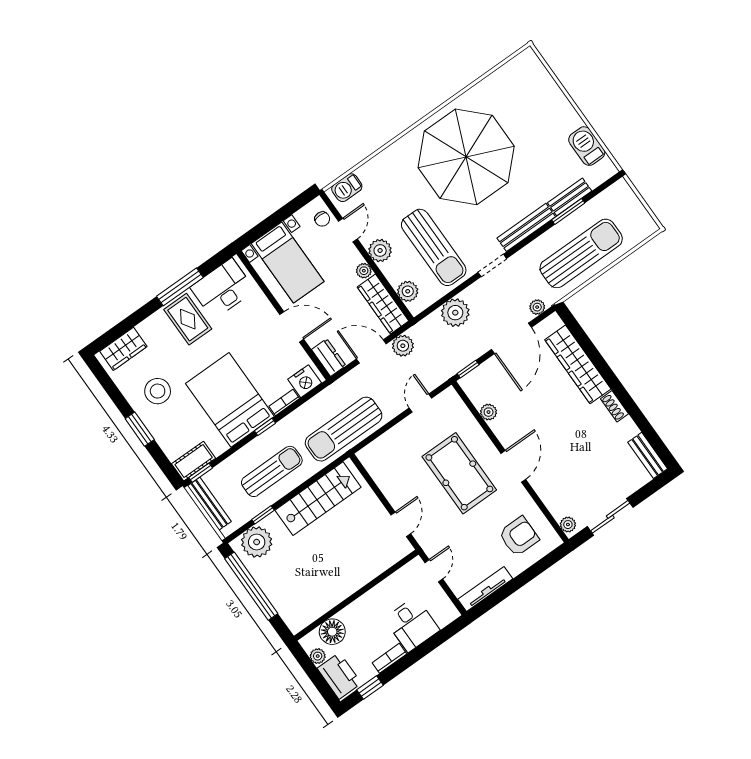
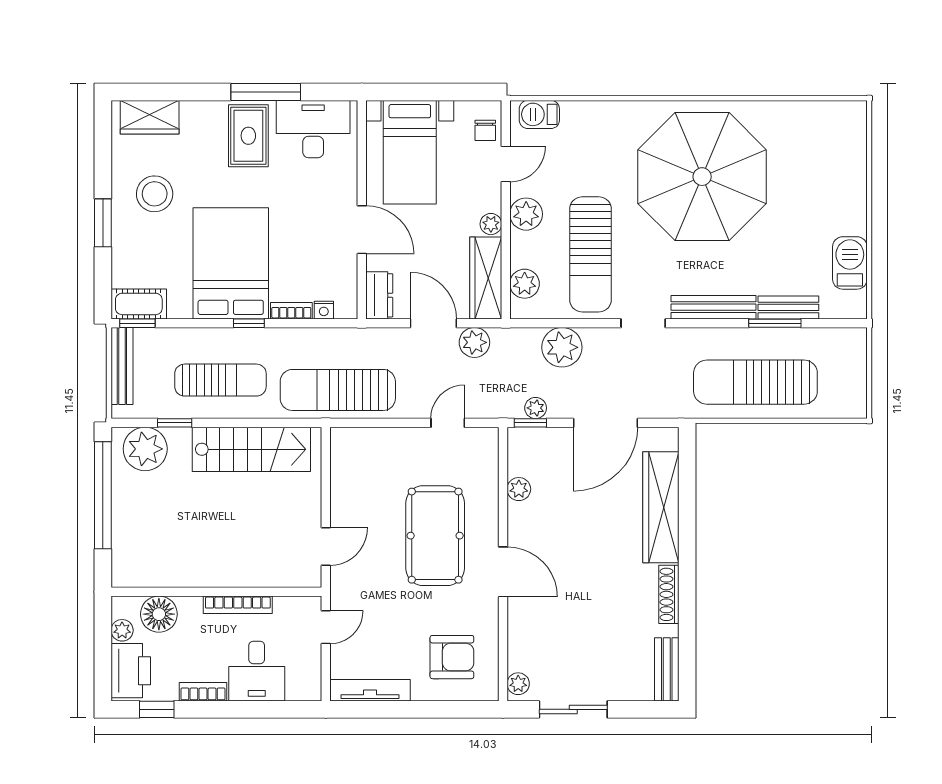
sun lounger: (581, 253) -> (755, 382), turned 180
plant: (537, 307) -> (536, 408), moved
nightstand: (305, 381) -> (324, 310), width x0.53, depth x0.56
shoe rack: (615, 406) -> (669, 594), width x1.43
door: (513, 466) -> (503, 572), hinge flipped
bookcase: (374, 594) -> (238, 605), added

